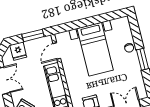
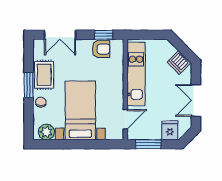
plant: (118, 25) -> (46, 132), added
rug: (132, 71) -> (44, 75), added

